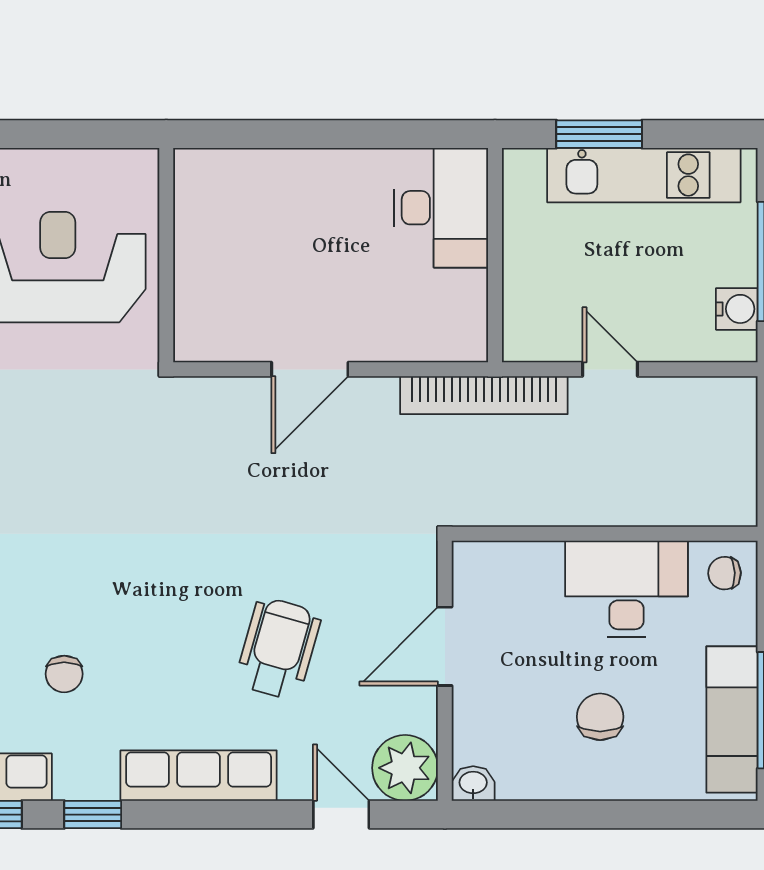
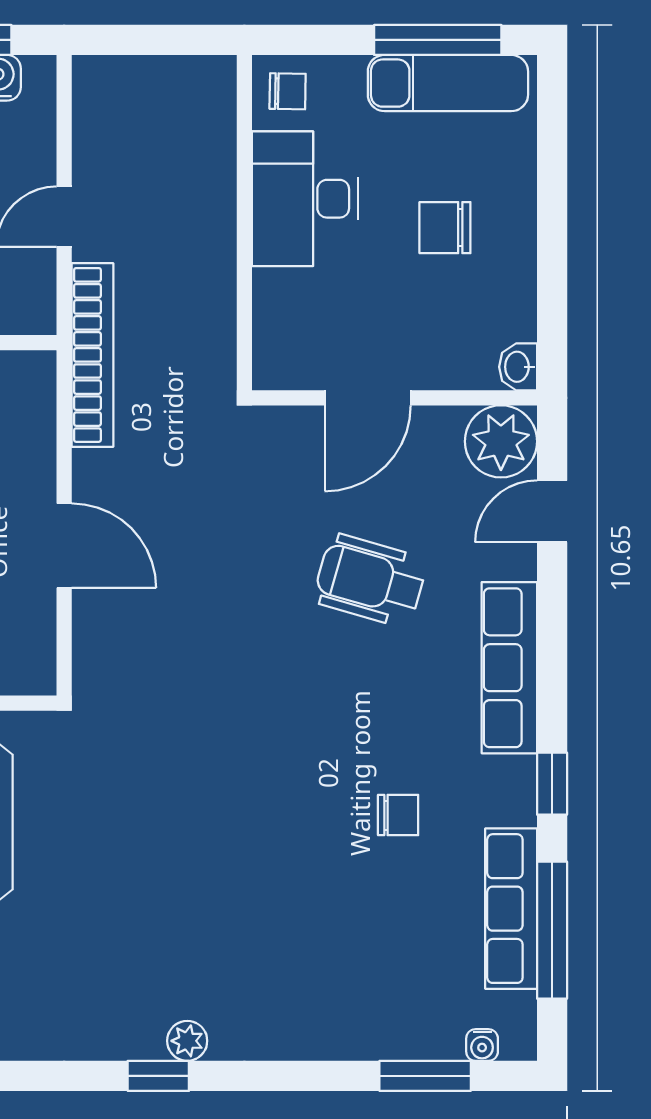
chair: (724, 573) -> (288, 91), turned -87
door: (445, 646) -> (368, 398), hinge flipped

